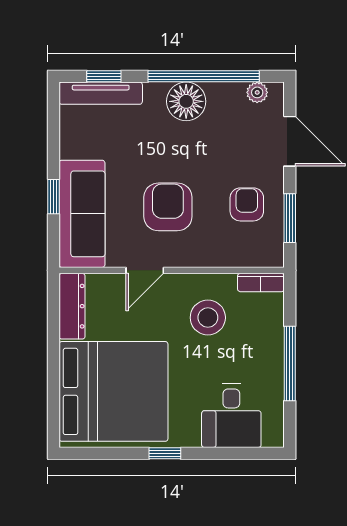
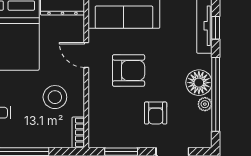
plant: (257, 92) -> (205, 104), moved
armchair: (247, 204) -> (156, 113), moved, turned 90

